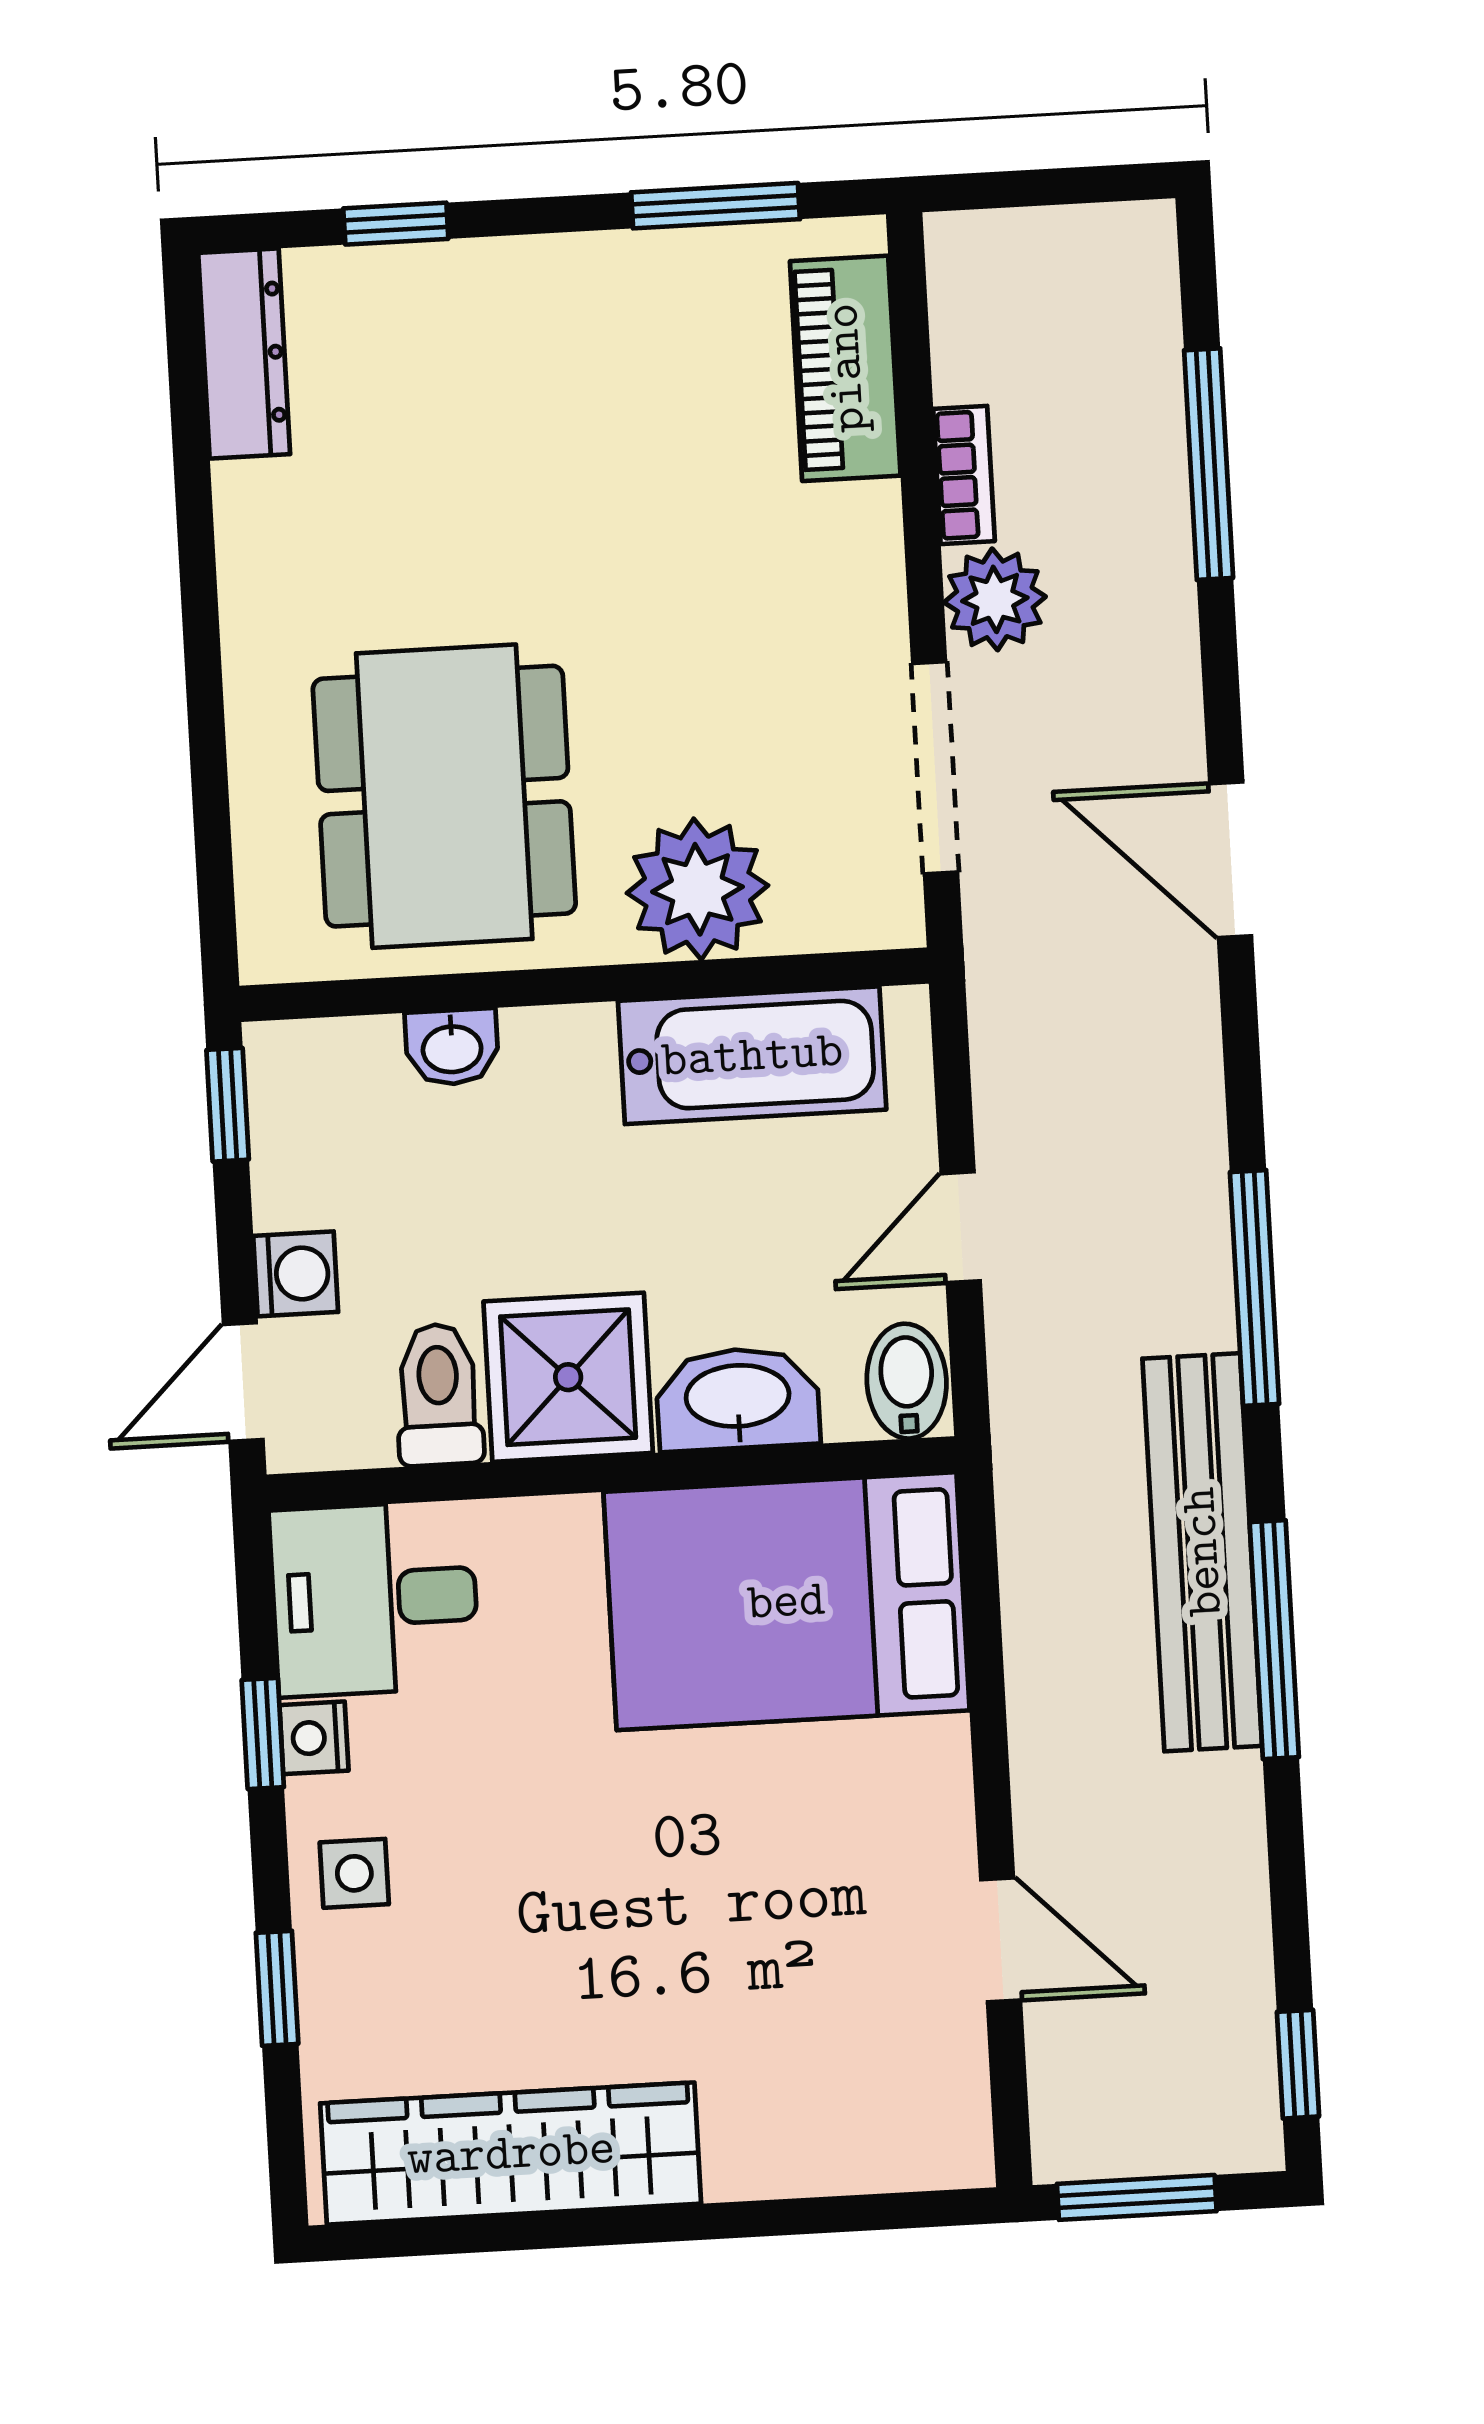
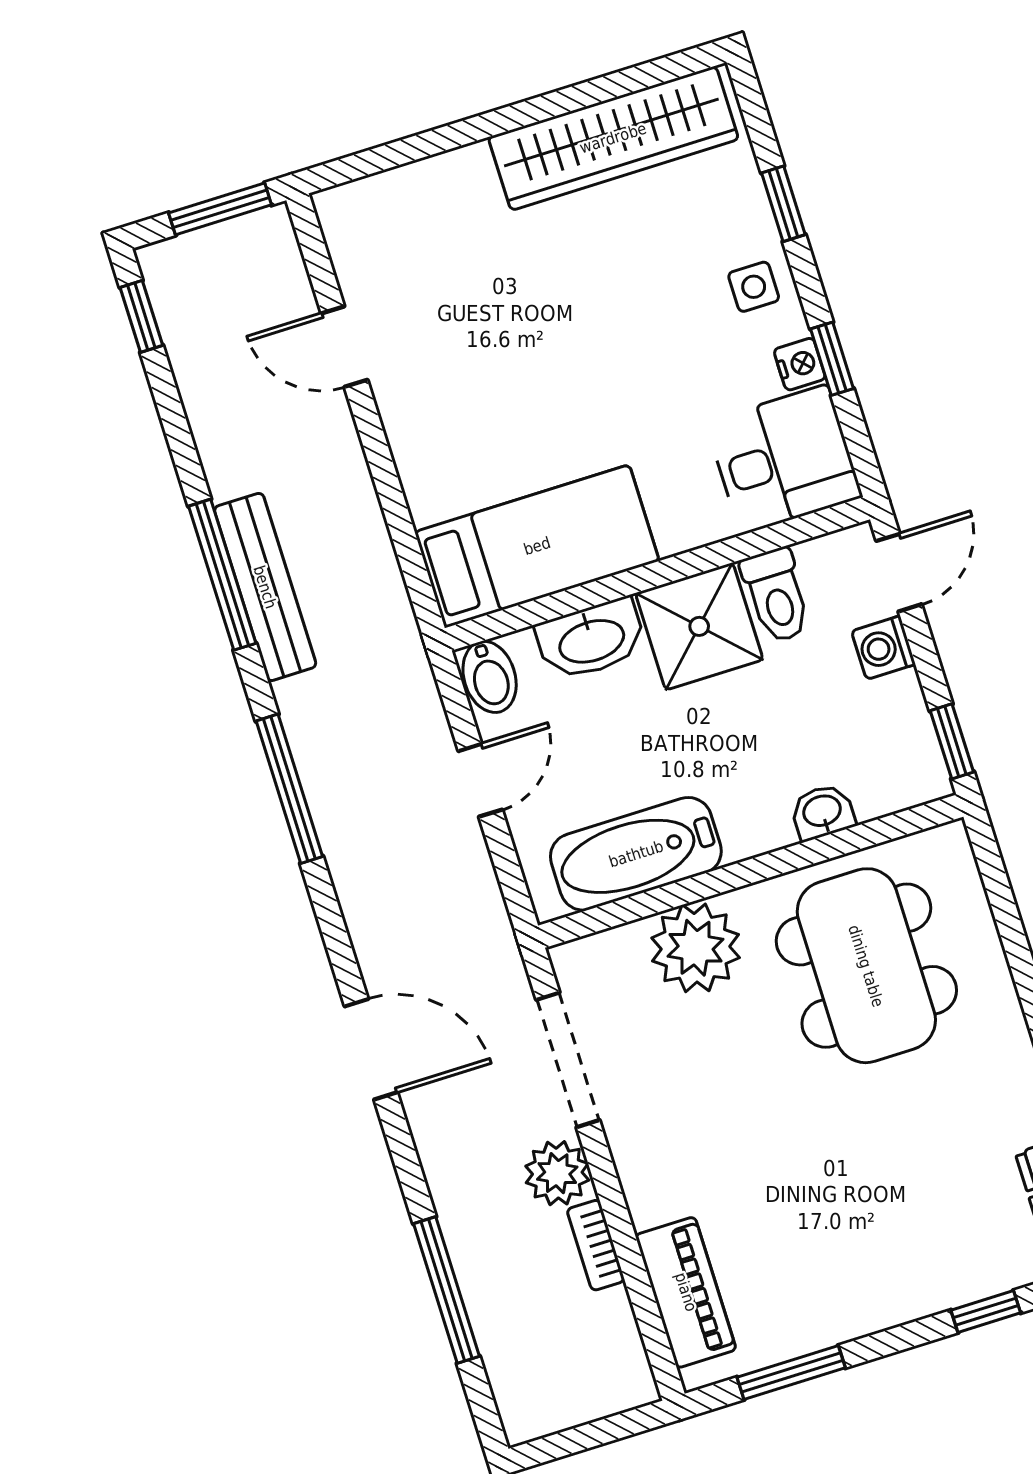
bench: (1202, 1552) -> (265, 587), width x0.73, depth x0.82
bed: (786, 1601) -> (537, 546), width x0.67

